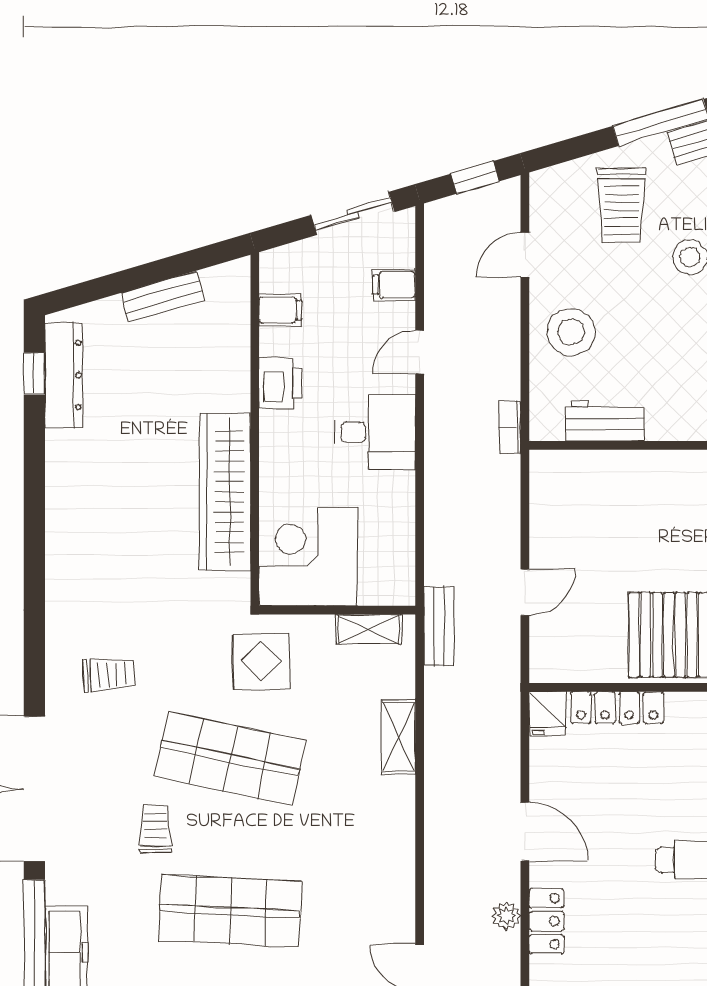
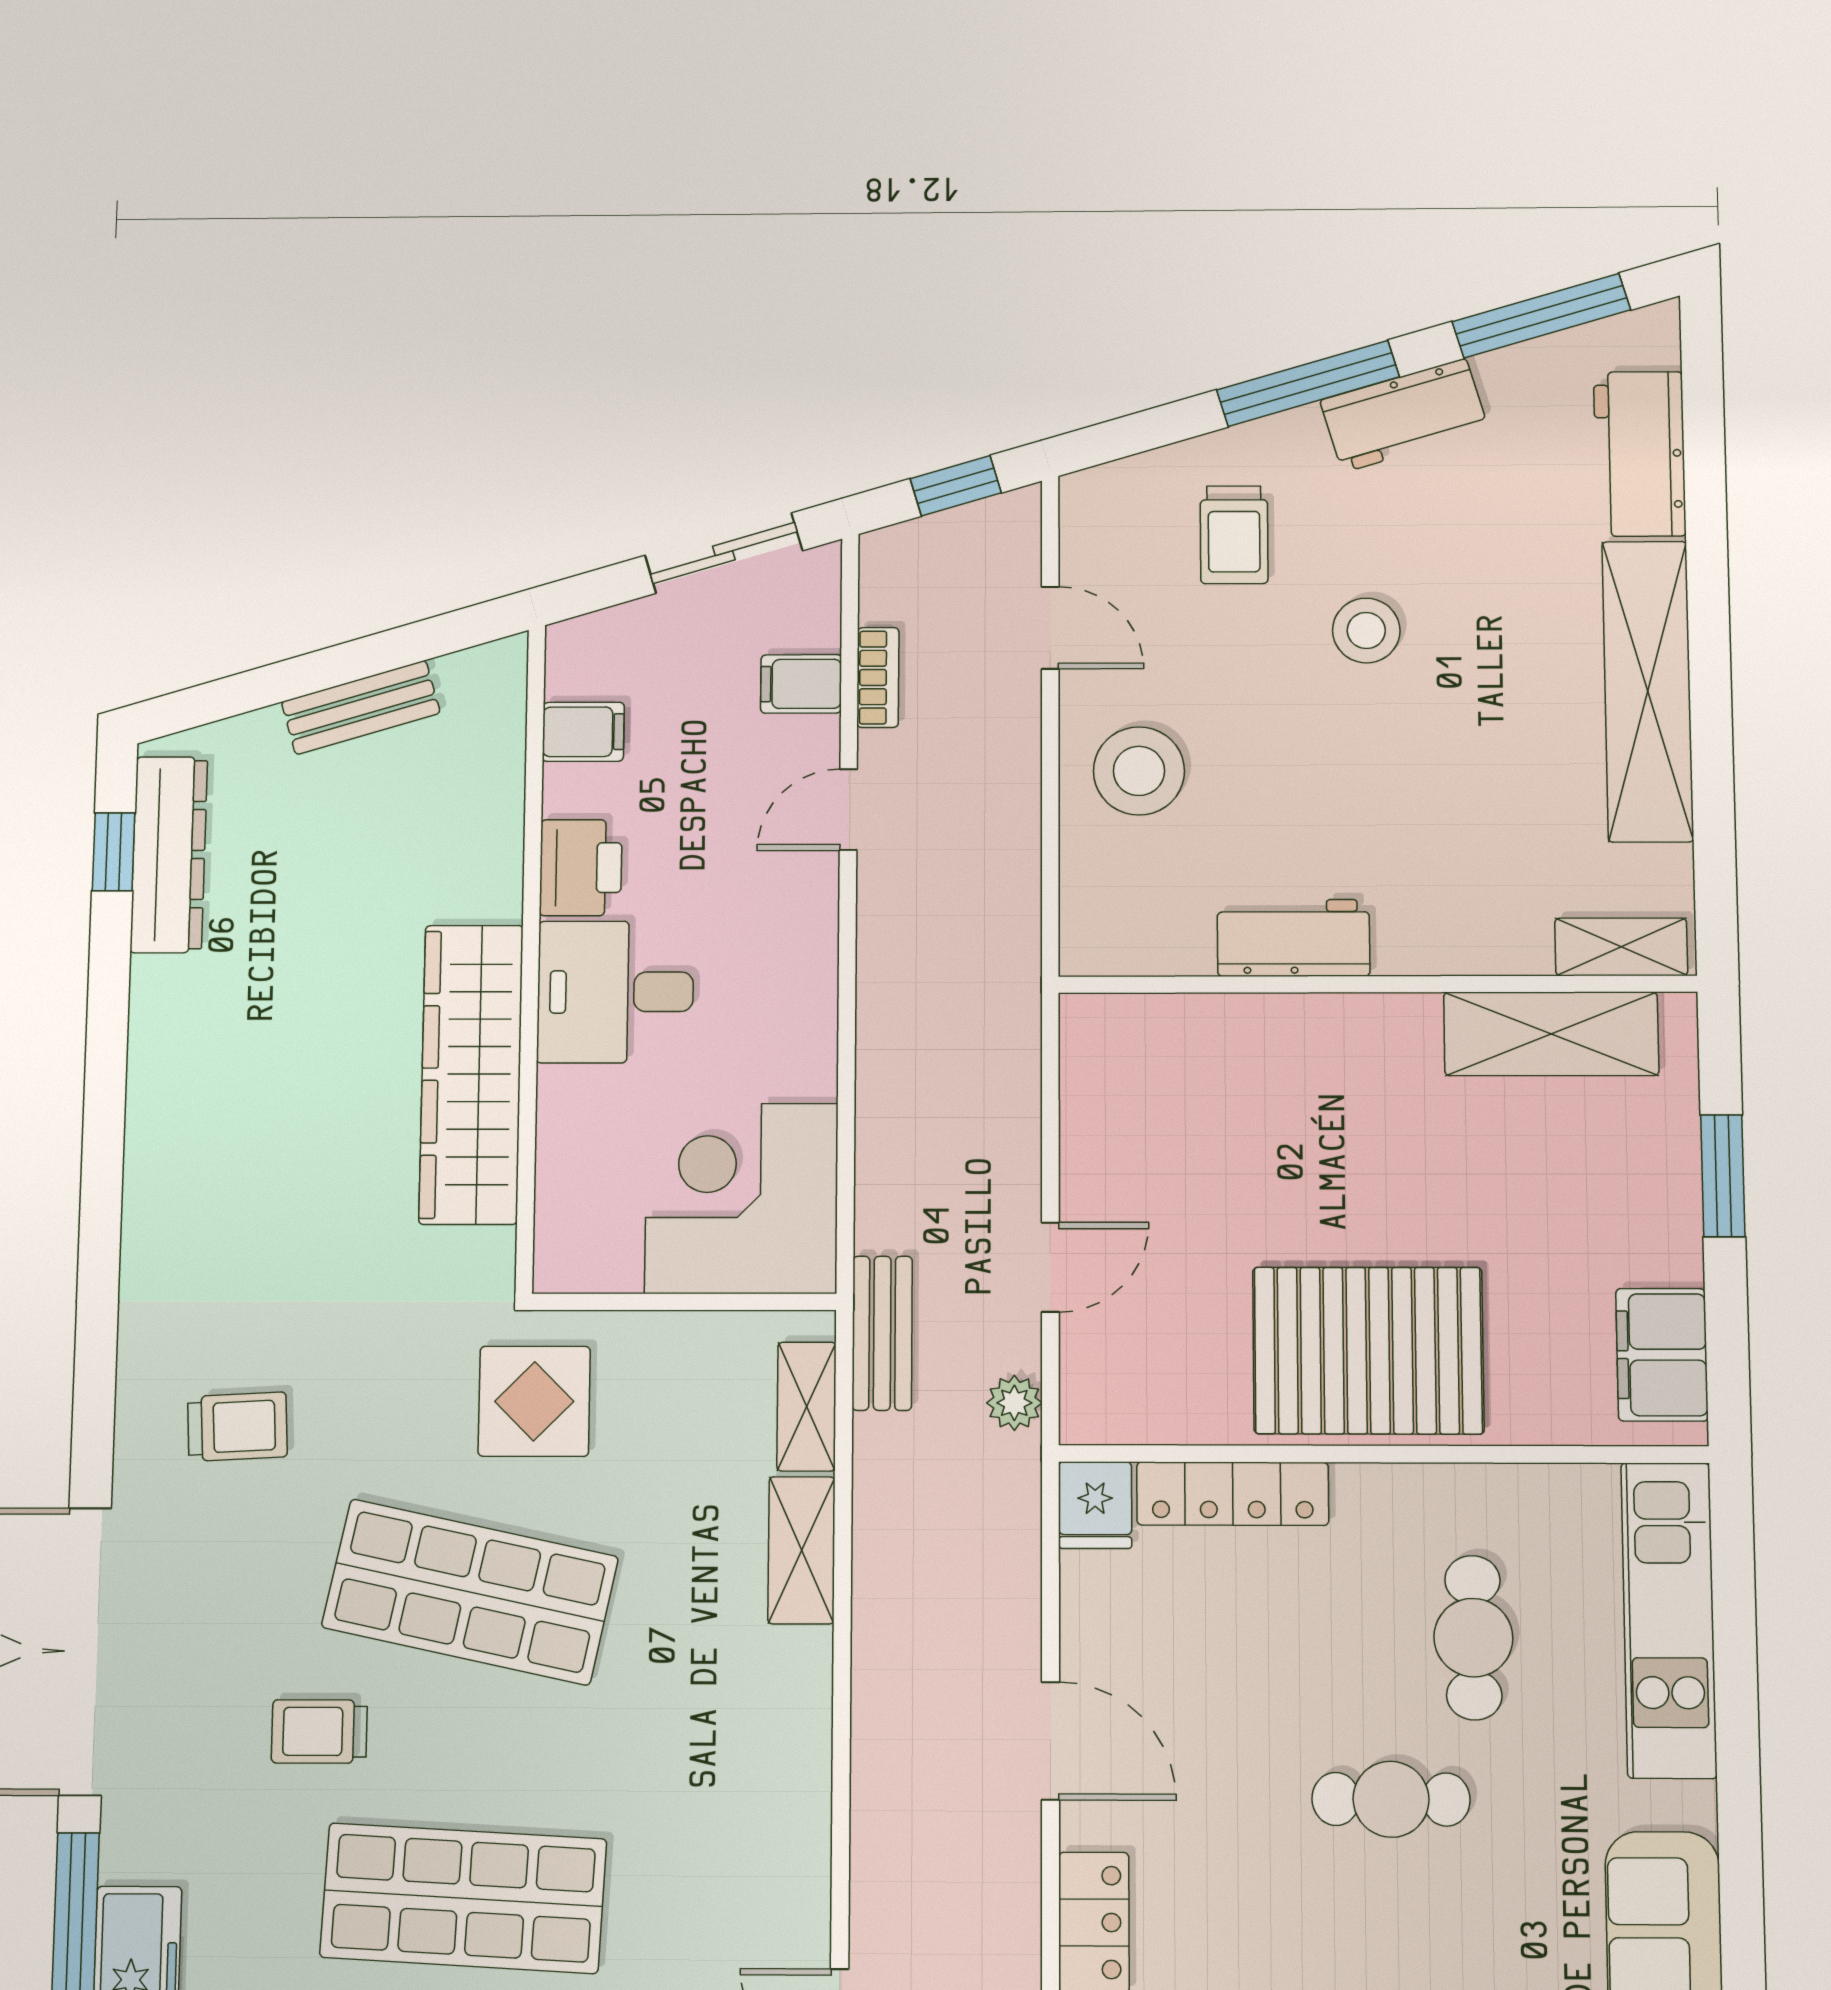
trolley: (621, 205) -> (1234, 535), width x0.73, depth x0.72
door: (525, 255) -> (1050, 628), swing flipped
workbench: (605, 421) -> (1293, 938), moved
bookcase: (510, 427) -> (878, 677), moved, turned 180
desk: (375, 432) -> (615, 992), moved, turned 180
corner desk: (308, 557) -> (741, 1198), moved
shelving: (369, 629) -> (807, 1407), moved, turned 90
trolley: (155, 829) -> (319, 1731), turned -90
plant: (506, 916) -> (1014, 1403), moved

